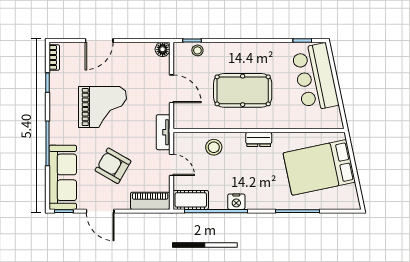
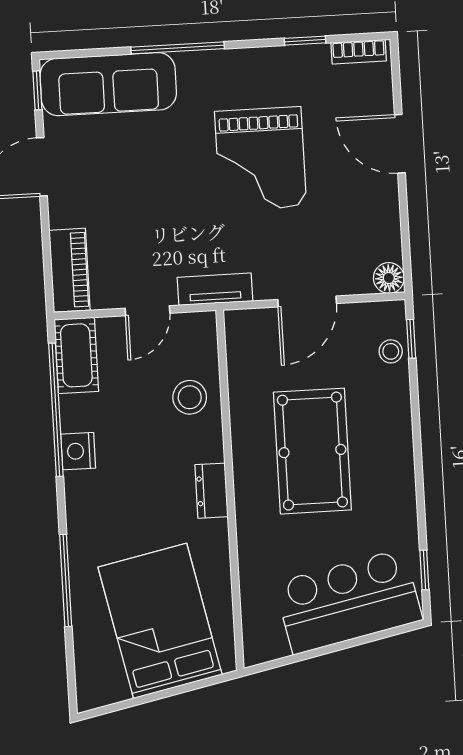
armchair: (113, 166) -> (139, 188), removed

